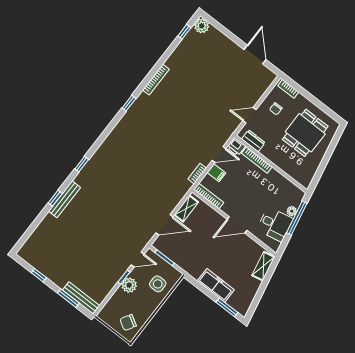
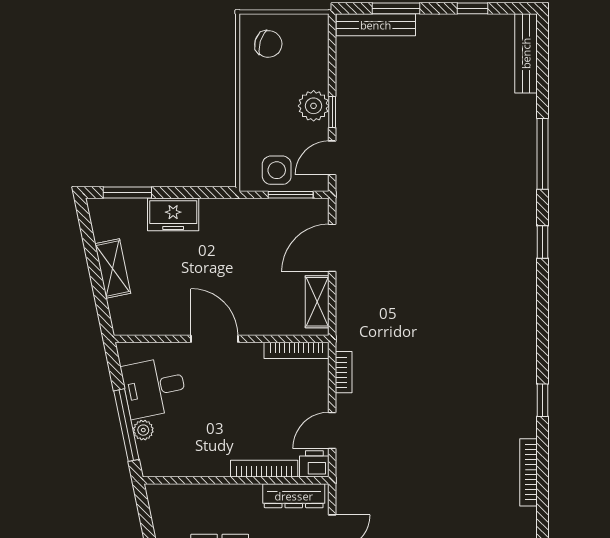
dresser: (253, 141) -> (294, 496), width x1.44
filing cabinet: (216, 173) -> (313, 397), removed
window: (55, 198) -> (543, 154), width x2.17
bench: (65, 199) -> (526, 53), moved
door: (237, 225) -> (214, 339), hinge flipped
shelving: (263, 266) -> (113, 268), moved
side table: (158, 284) -> (277, 170), moved
freezer: (216, 285) -> (173, 214), width x0.71
chair: (128, 323) -> (268, 44), turned 76

